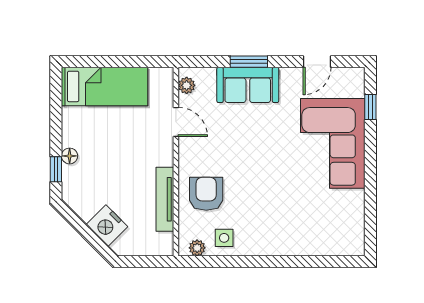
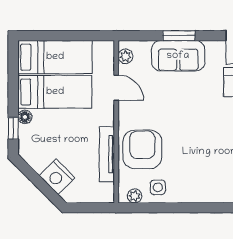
bed: (104, 127) -> (55, 92), added
armchair: (206, 194) -> (142, 149), width x1.36, depth x1.36

